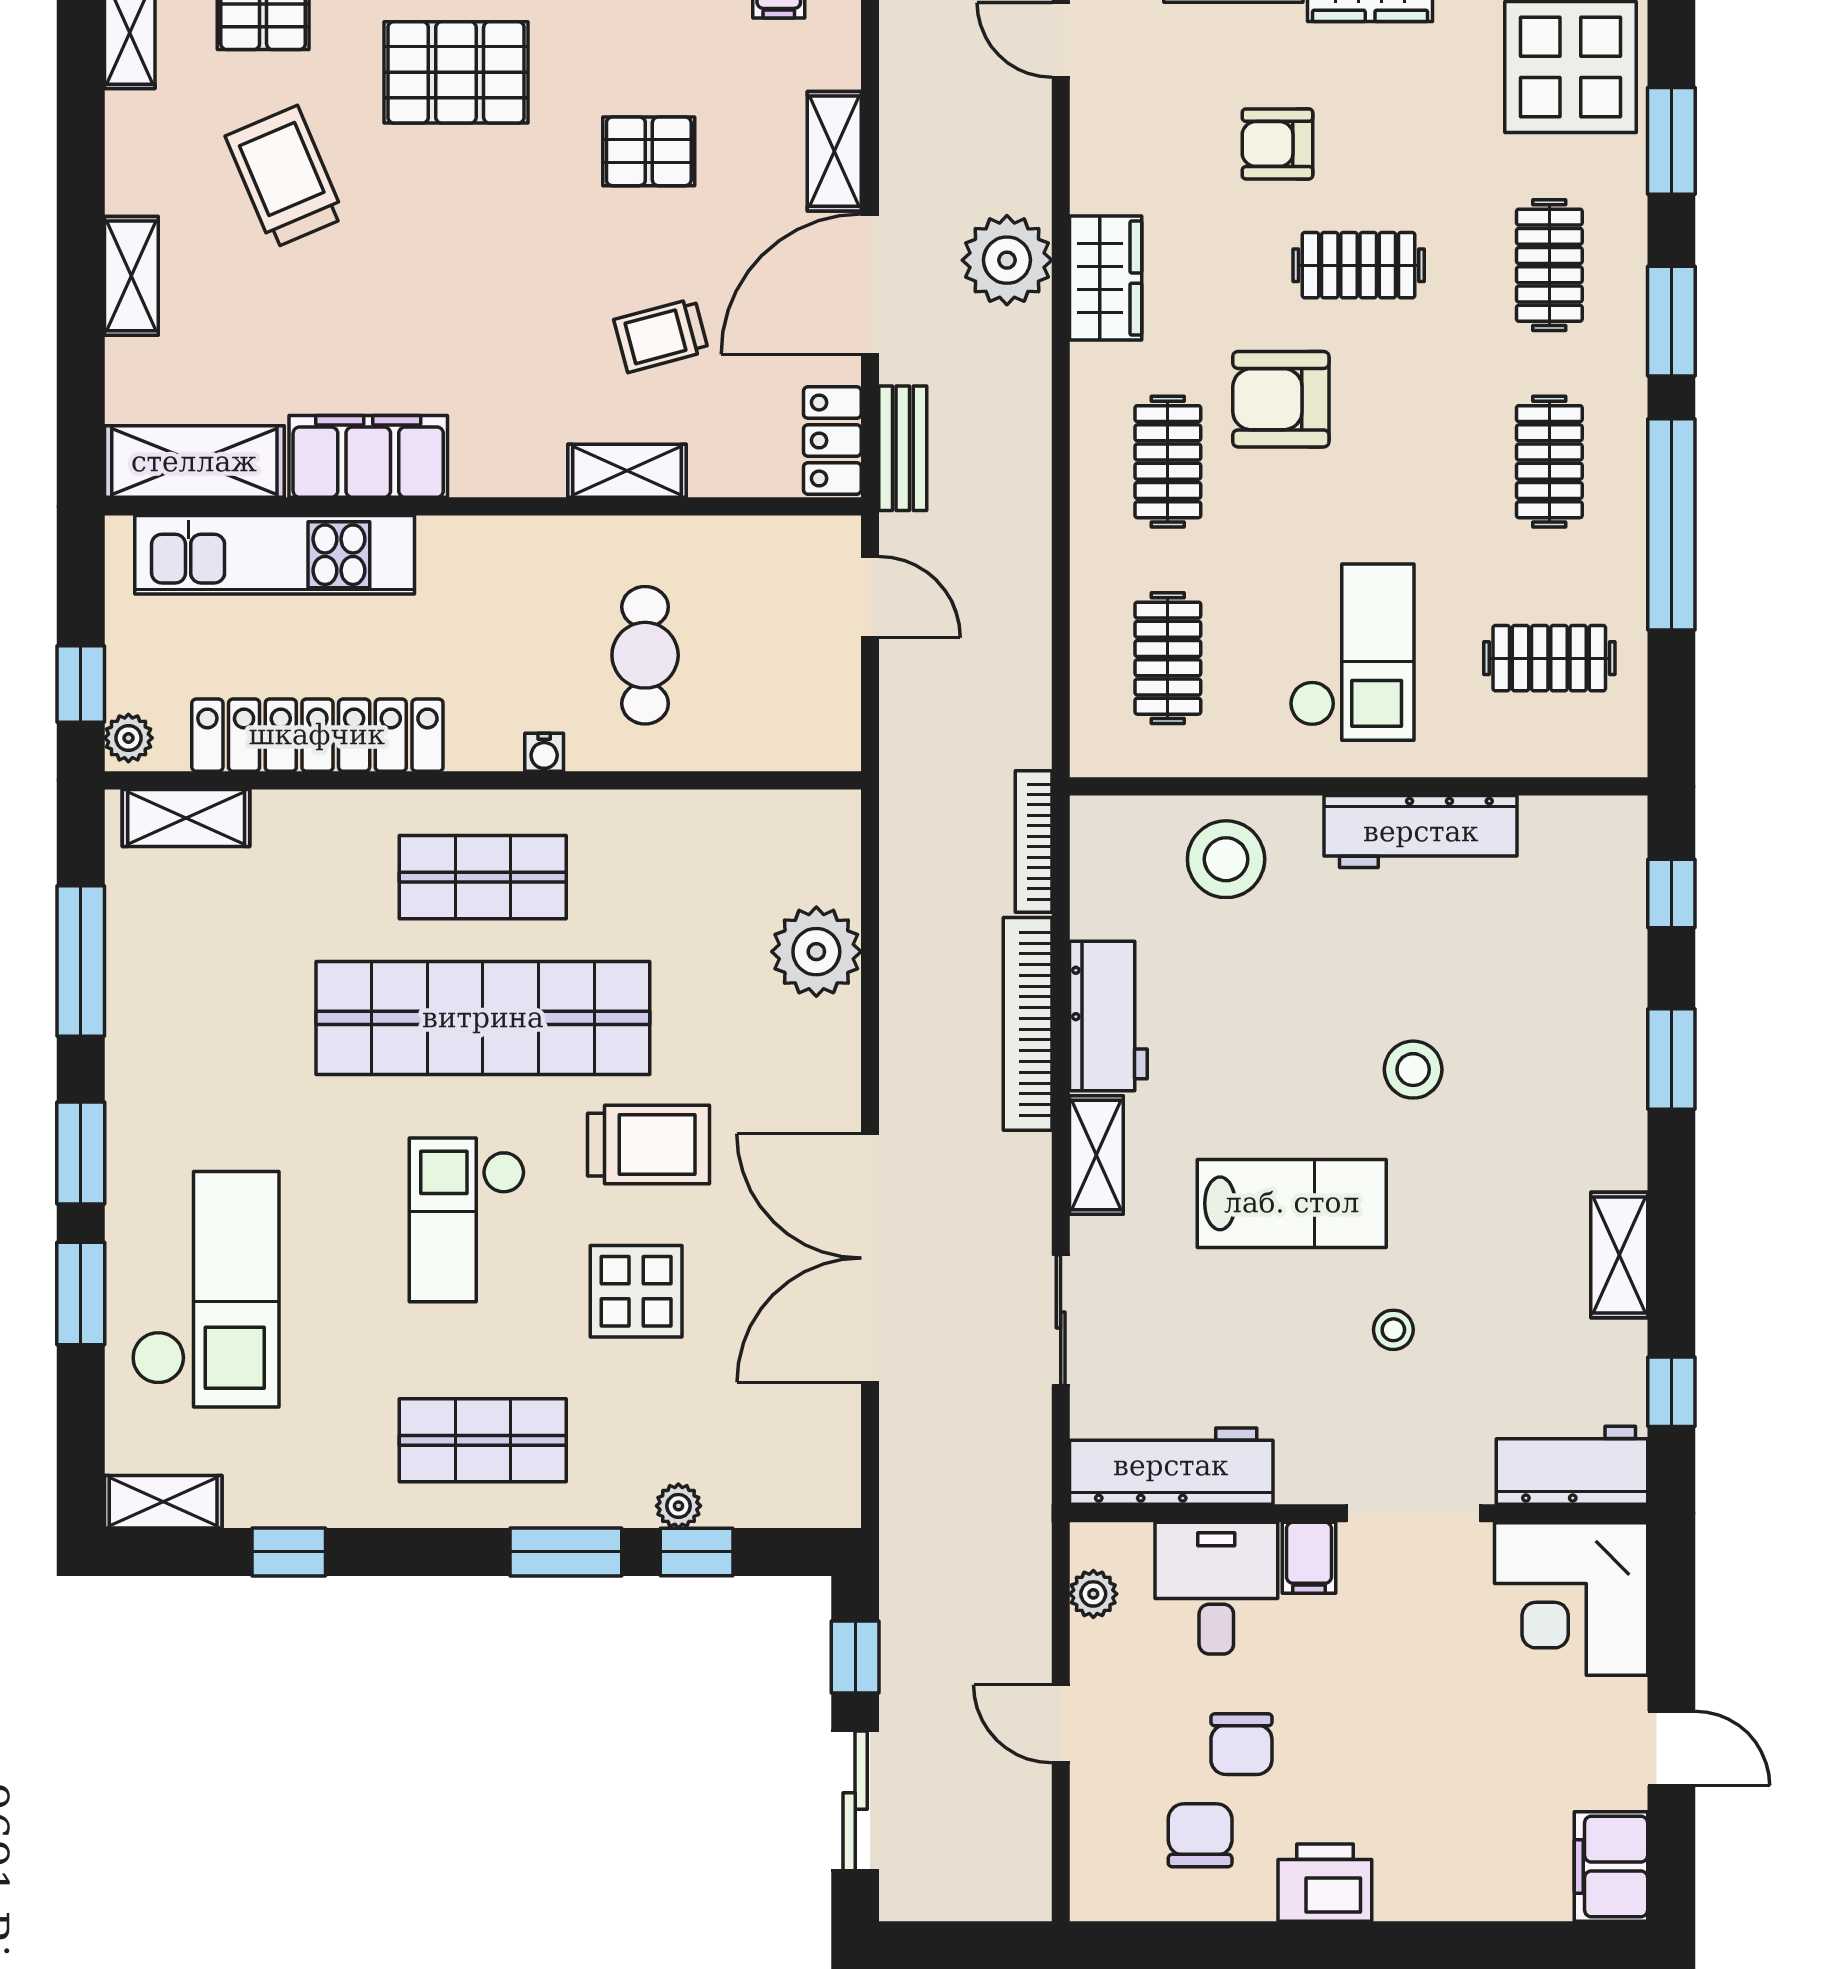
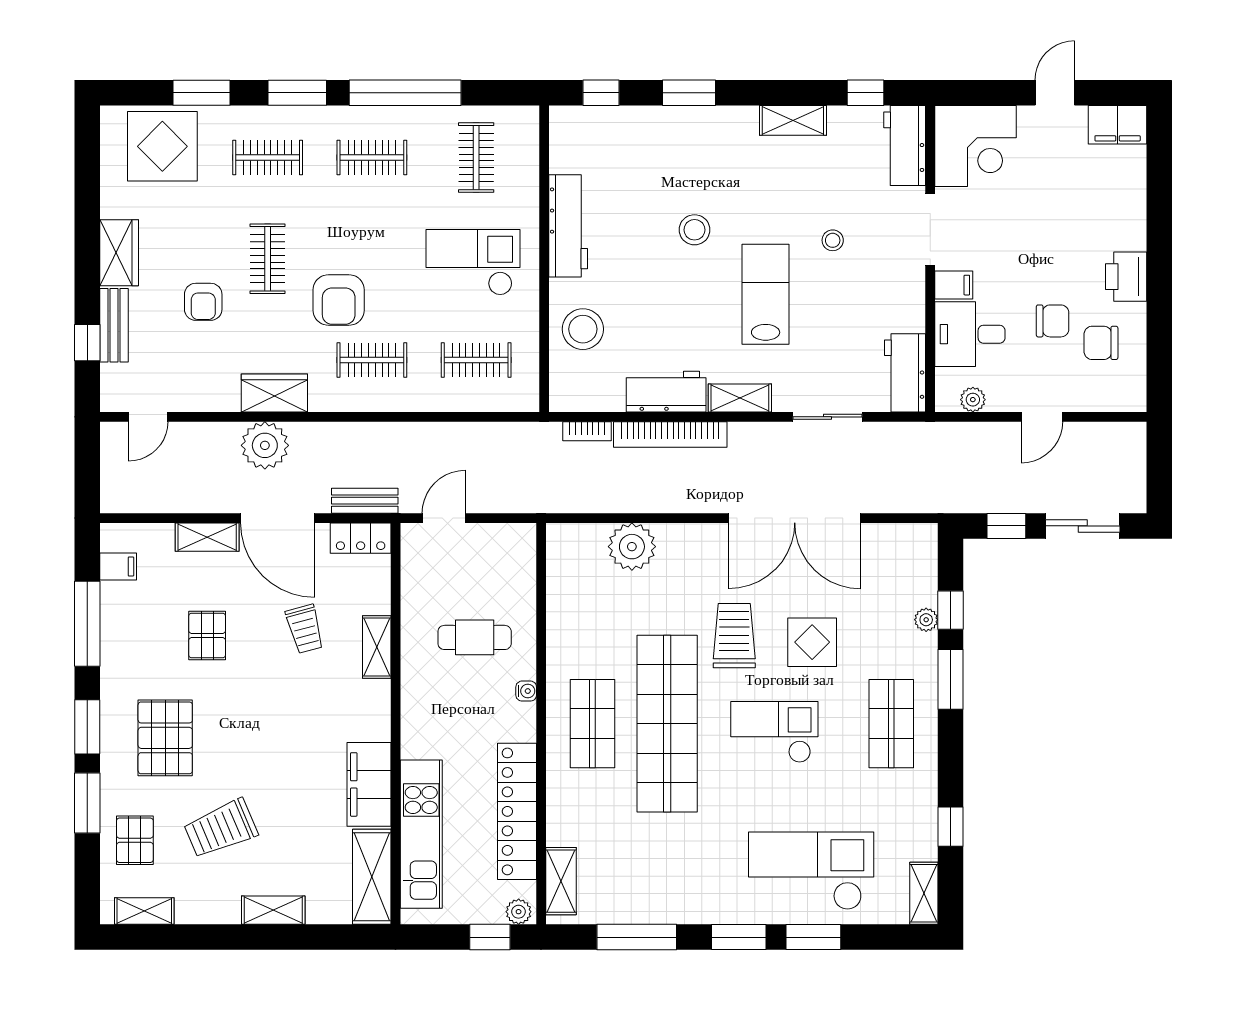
bookcase: (1034, 842) -> (587, 431), width x0.64
checkout: (467, 1220) -> (774, 732), turned 180
workbench: (1171, 1466) -> (905, 373), width x0.73

